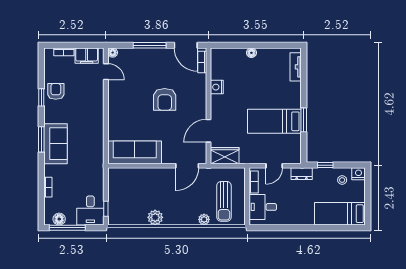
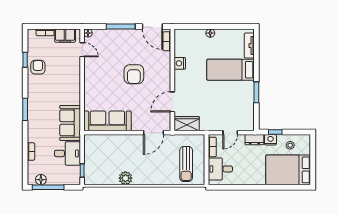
window: (41, 97) -> (25, 60), moved
bed: (274, 121) -> (230, 70), moved
sofa: (56, 144) -> (70, 123), moved, turned 180
nightstand: (358, 174) -> (270, 140), moved
desk: (90, 210) -> (67, 153), moved, turned -90
bed: (340, 214) -> (288, 170), width x1.50
plant: (204, 219) -> (169, 180), removed

